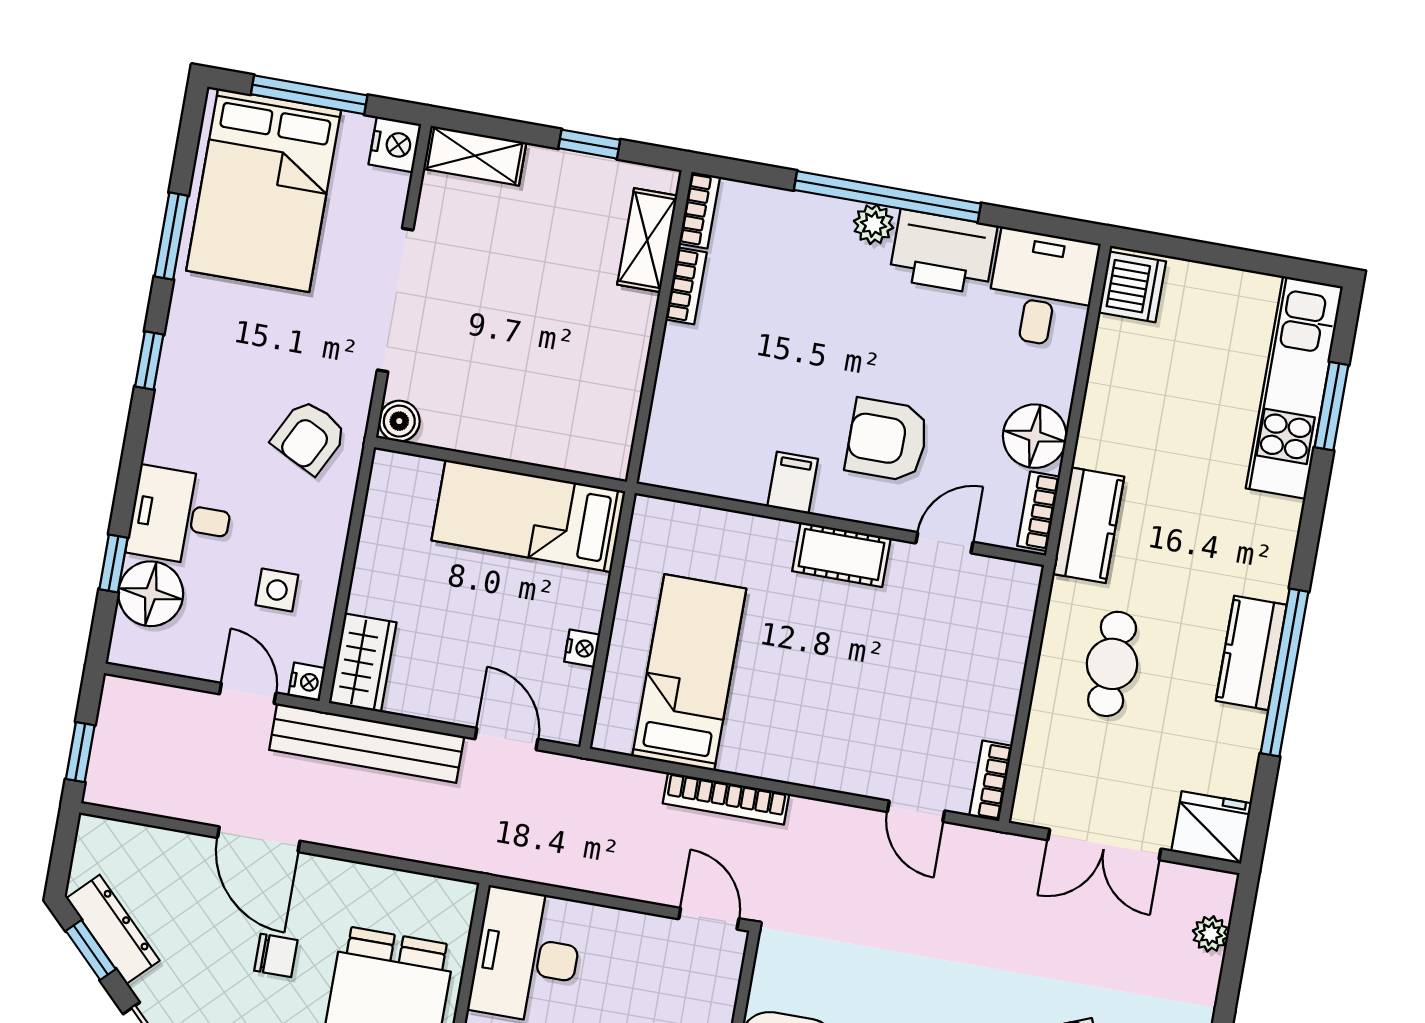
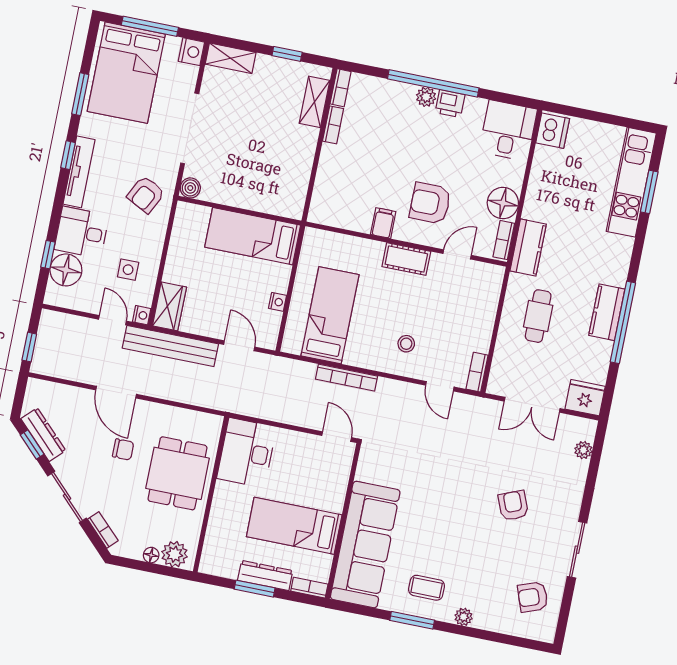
printer: (943, 252) -> (450, 104), width x0.53, depth x0.68
tv unit: (172, 394) -> (79, 172), added
stool: (845, 727) -> (406, 344), added

